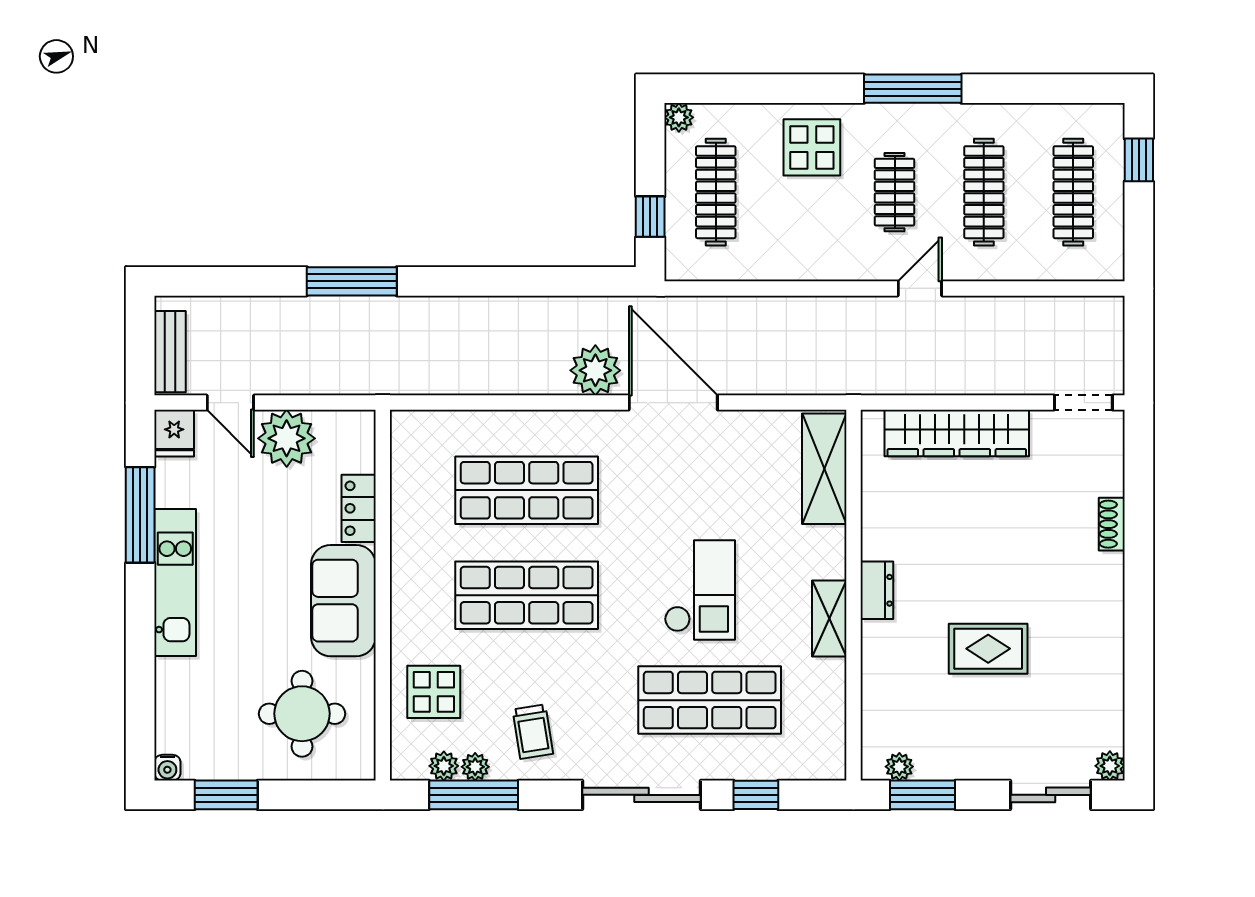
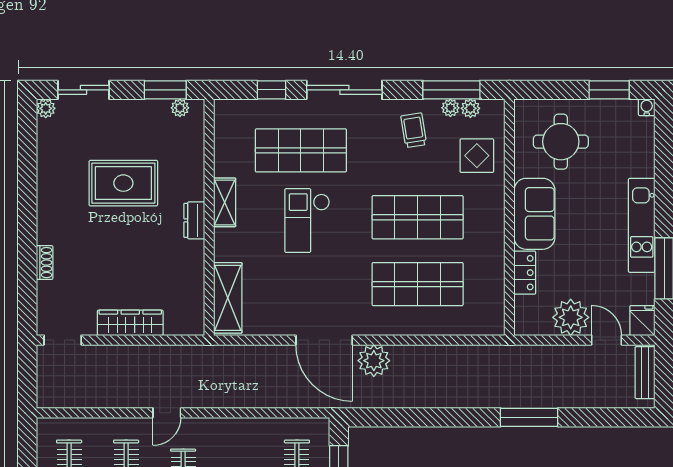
wardrobe: (957, 433) -> (130, 323), width x0.71, depth x0.85
rug: (988, 649) -> (123, 183), width x1.36, depth x1.43

